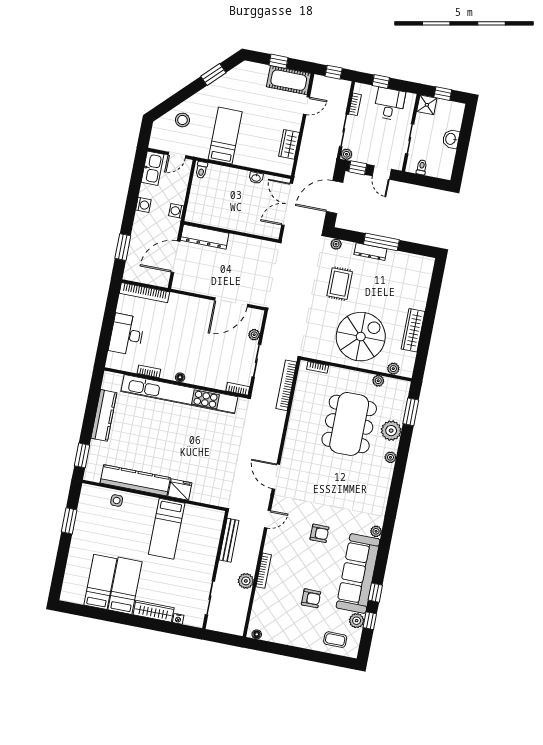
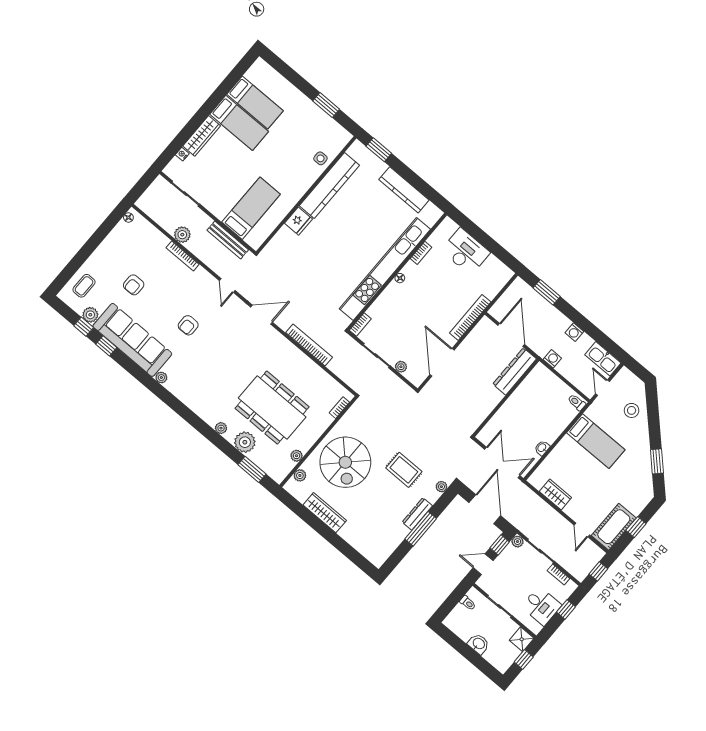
bookcase: (144, 293) -> (470, 317), moved
bookcase: (286, 385) -> (309, 345), moved
bed: (167, 529) -> (251, 208), moved, turned 90

